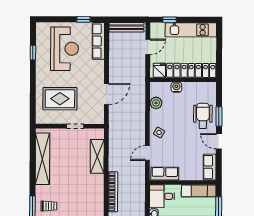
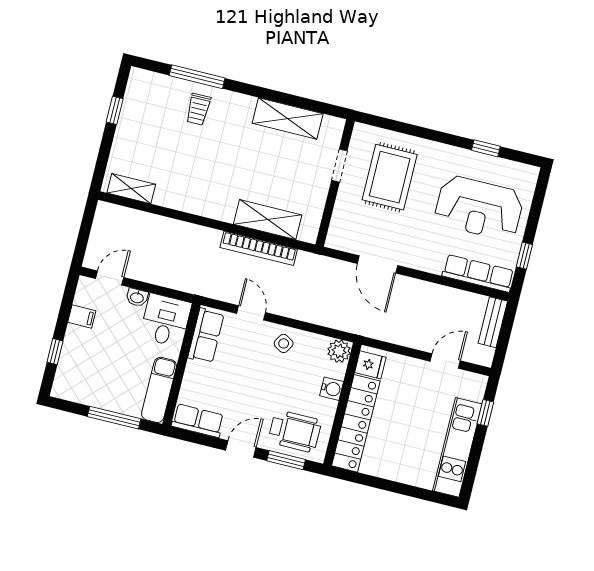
bench: (126, 27) -> (493, 322), width x0.73
door: (148, 47) -> (445, 361), swing flipped
fridge: (159, 70) -> (370, 365), moved
locker: (191, 70) -> (356, 423), moved
wall: (183, 80) -> (342, 404), moved
water cooler: (176, 87) -> (332, 389), moved
doorway: (75, 126) -> (339, 166), moved
shelving: (42, 159) -> (288, 118), width x0.68
bookcase: (113, 192) -> (259, 248), moved

